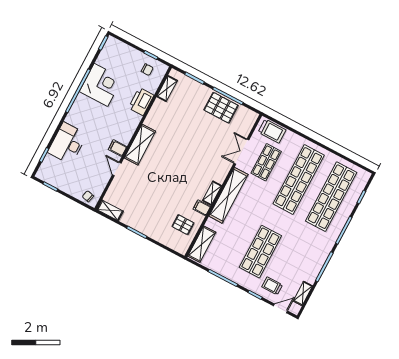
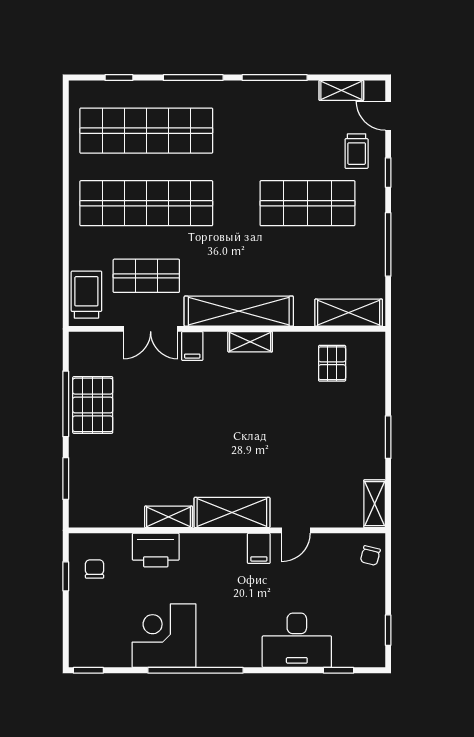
shelving: (167, 89) -> (169, 517), moved
filing cabinet: (202, 208) -> (192, 346), moved

